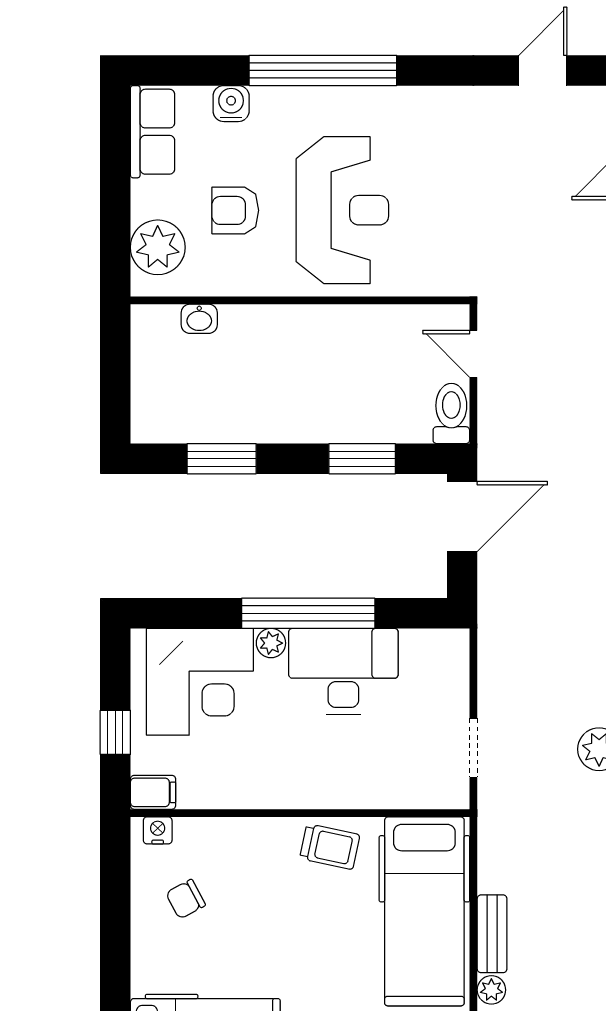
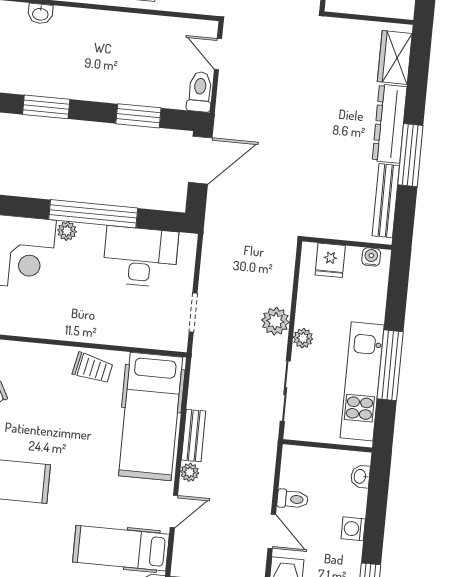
desk: (343, 671) -> (140, 257), moved

